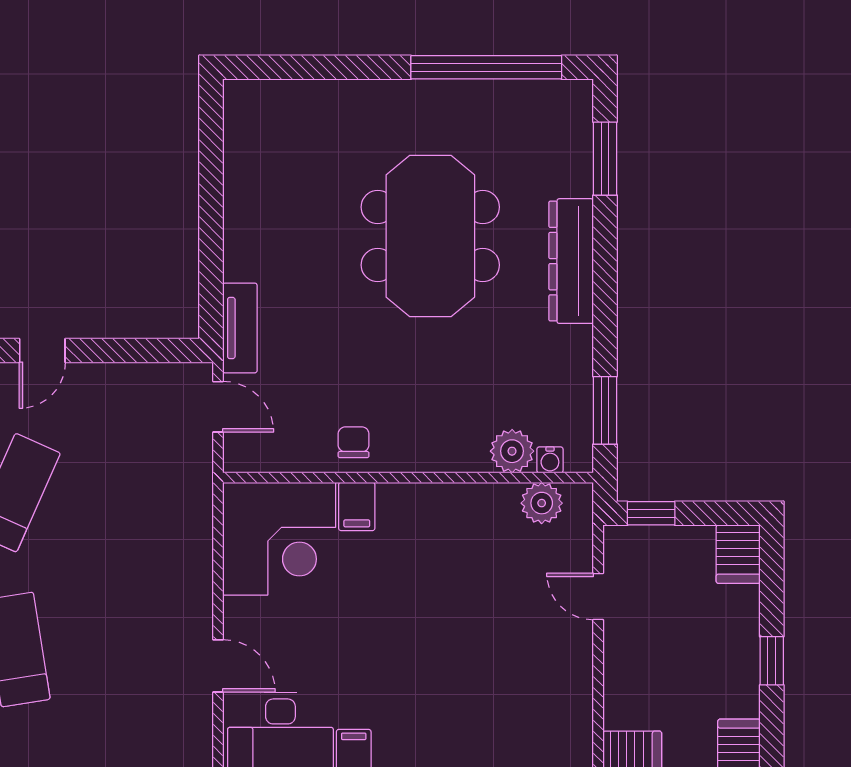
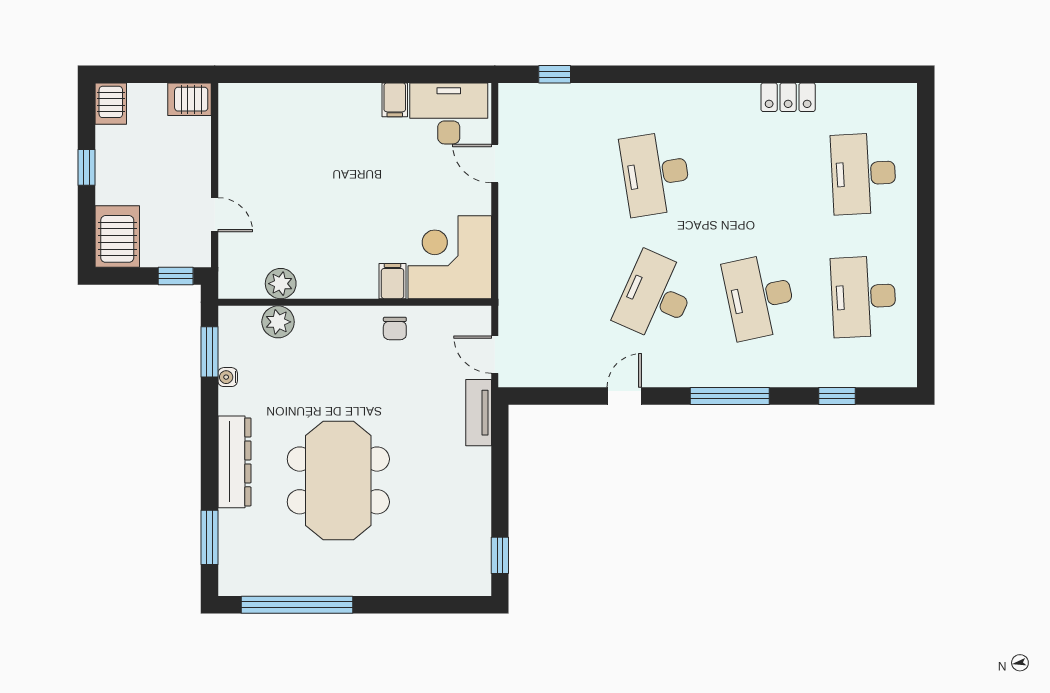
window: (211, 134) -> (500, 555), added
water cooler: (550, 460) -> (228, 377), moved, turned -90
plant: (542, 503) -> (281, 284), moved
server rack: (738, 554) -> (117, 236), width x1.36, depth x1.44

